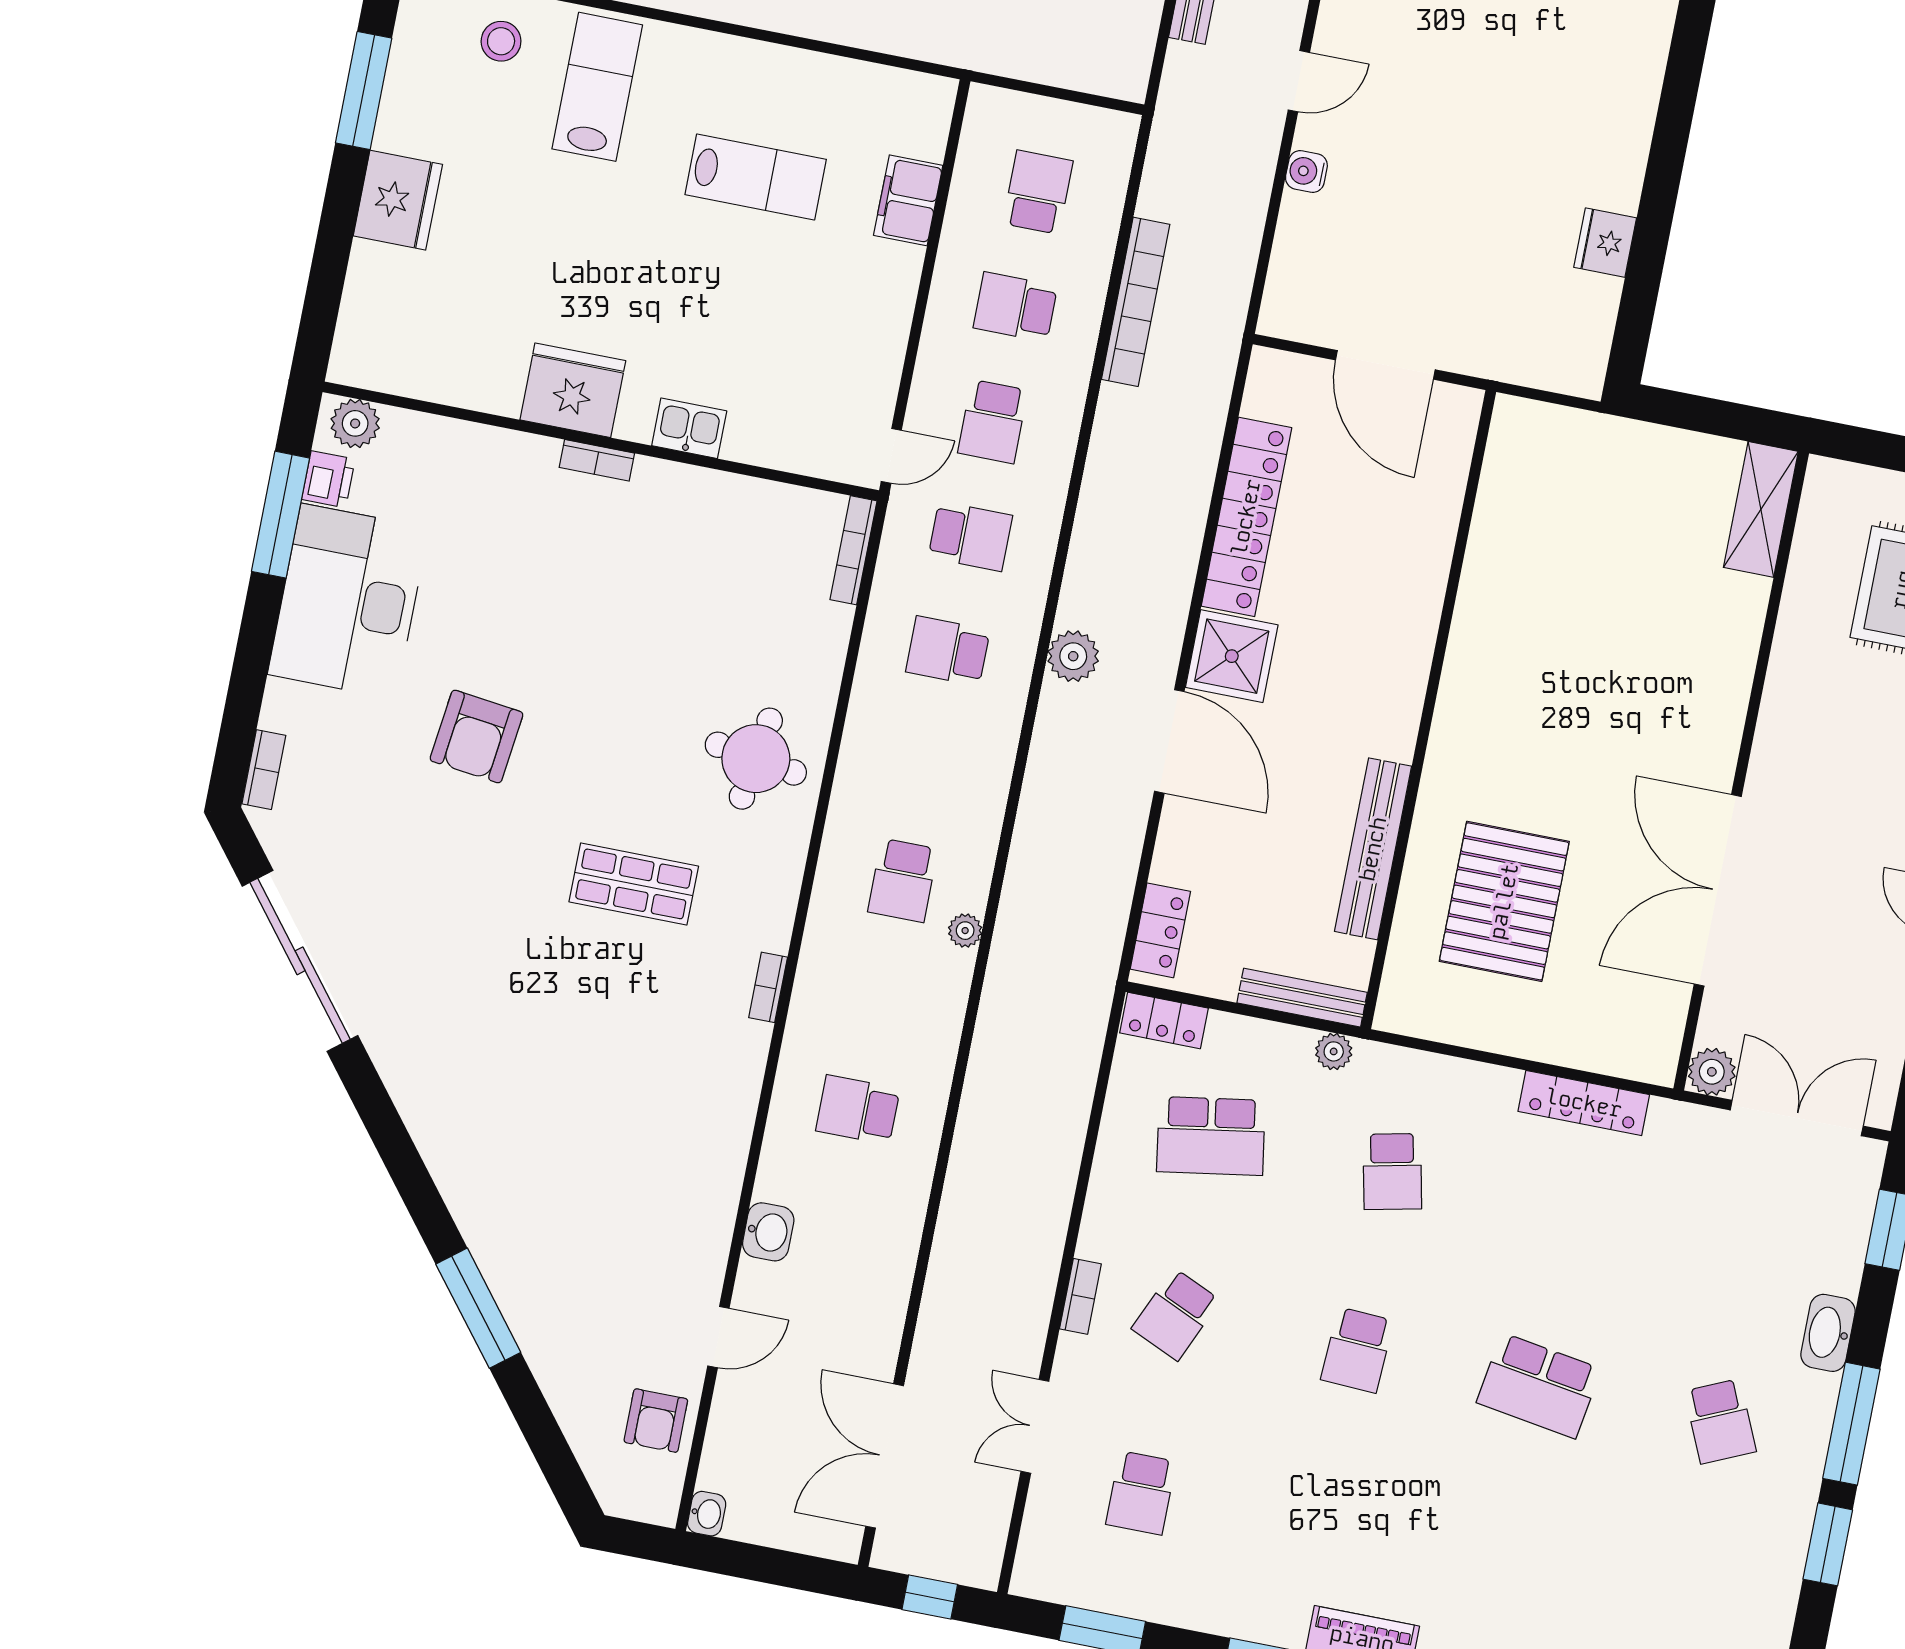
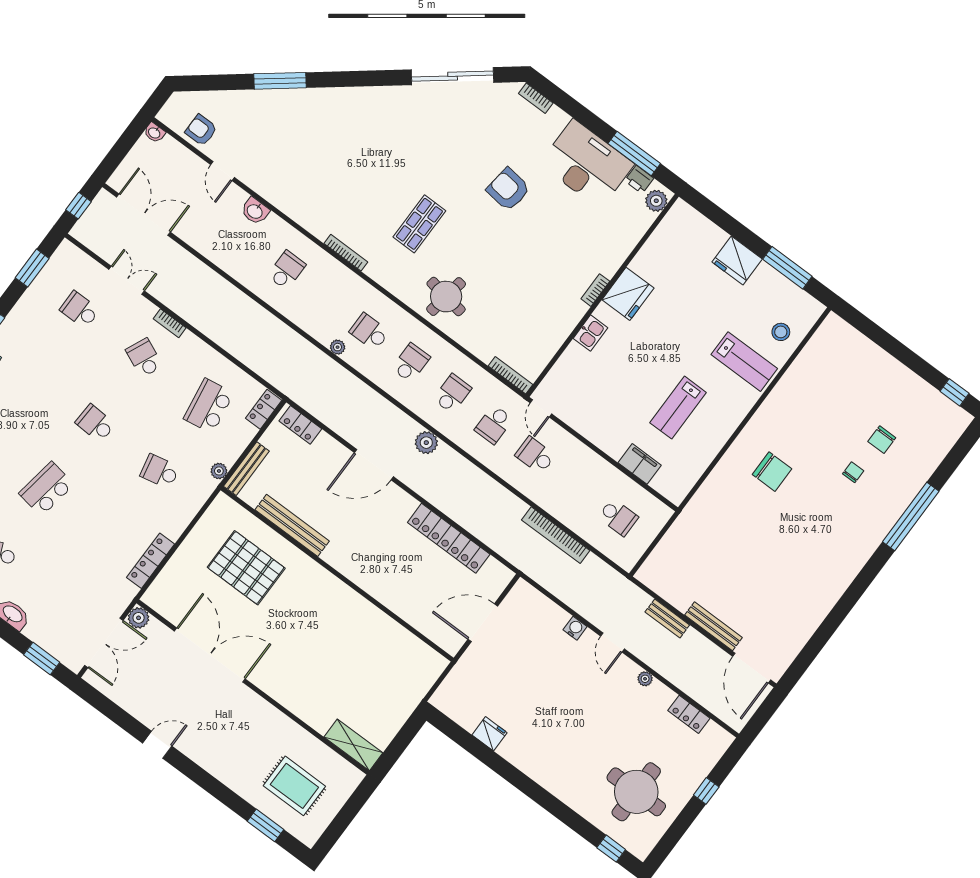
school desk: (1015, 307) -> (411, 363), moved
shower: (1232, 656) -> (396, 506), removed
bookcase: (768, 987) -> (346, 253), width x1.56

